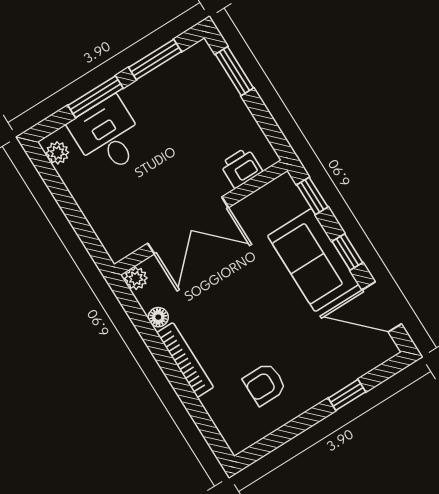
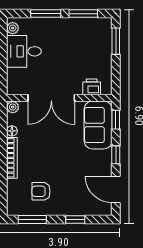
desk: (108, 136) -> (24, 51), moved, turned -90
sofa: (313, 260) -> (98, 125), moved
window: (279, 438) -> (32, 219), added

